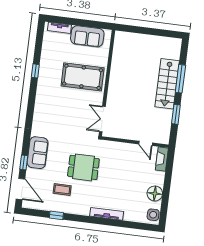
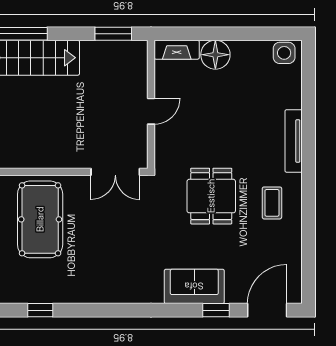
window: (176, 114) -> (113, 34), moved
door: (146, 143) -> (151, 111), moved
coffee table: (62, 189) -> (272, 203), moved
floor lamp: (155, 194) -> (215, 55), moved
window: (56, 215) -> (308, 236), removed

